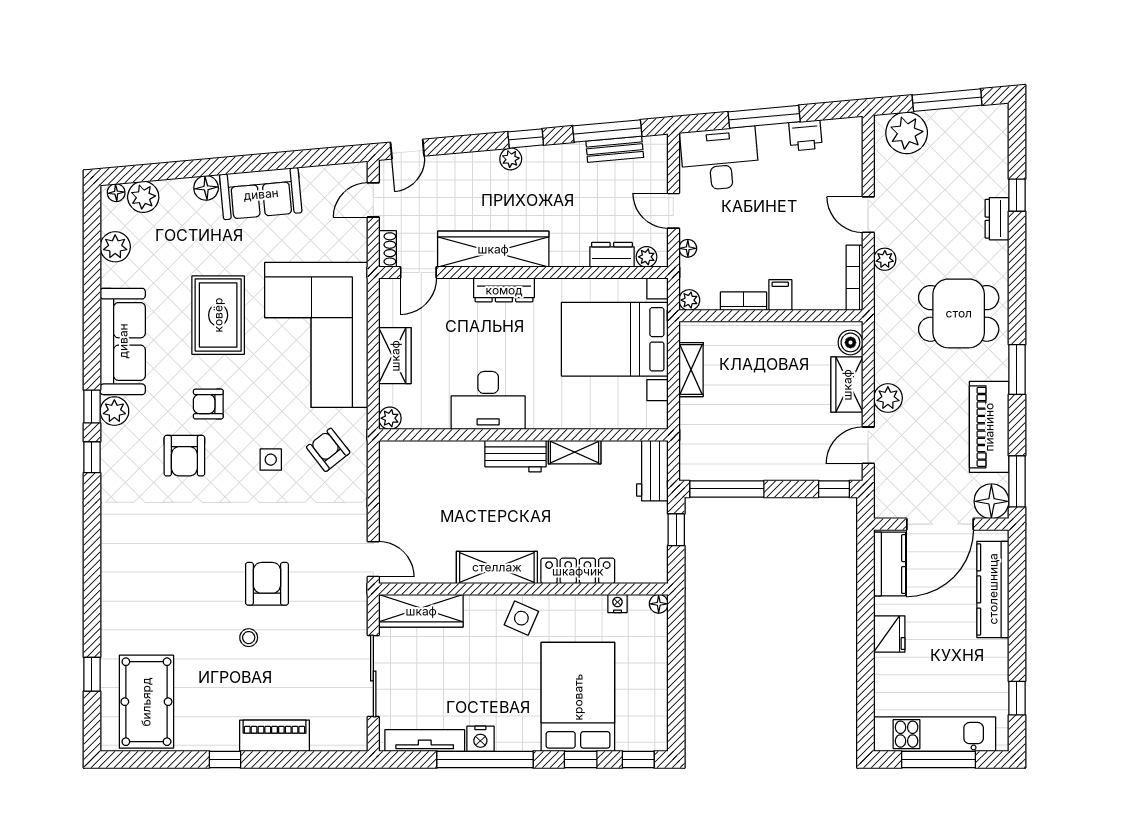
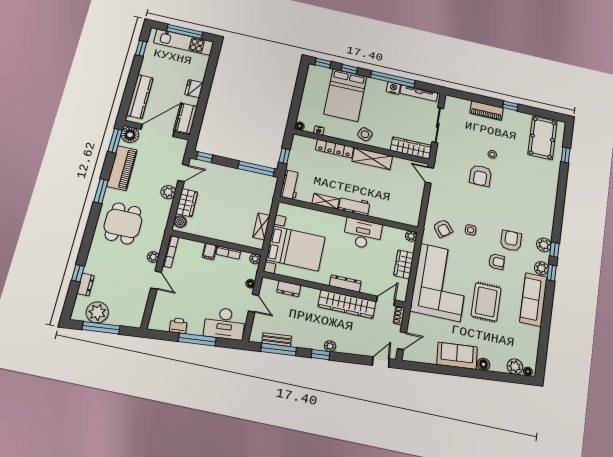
plant: (907, 133) -> (97, 312), moved
dresser: (997, 219) -> (86, 284), moved
plant: (115, 247) -> (544, 245), moved
plant: (646, 257) -> (272, 284), removed
dining table: (959, 313) -> (123, 223), turned 90

